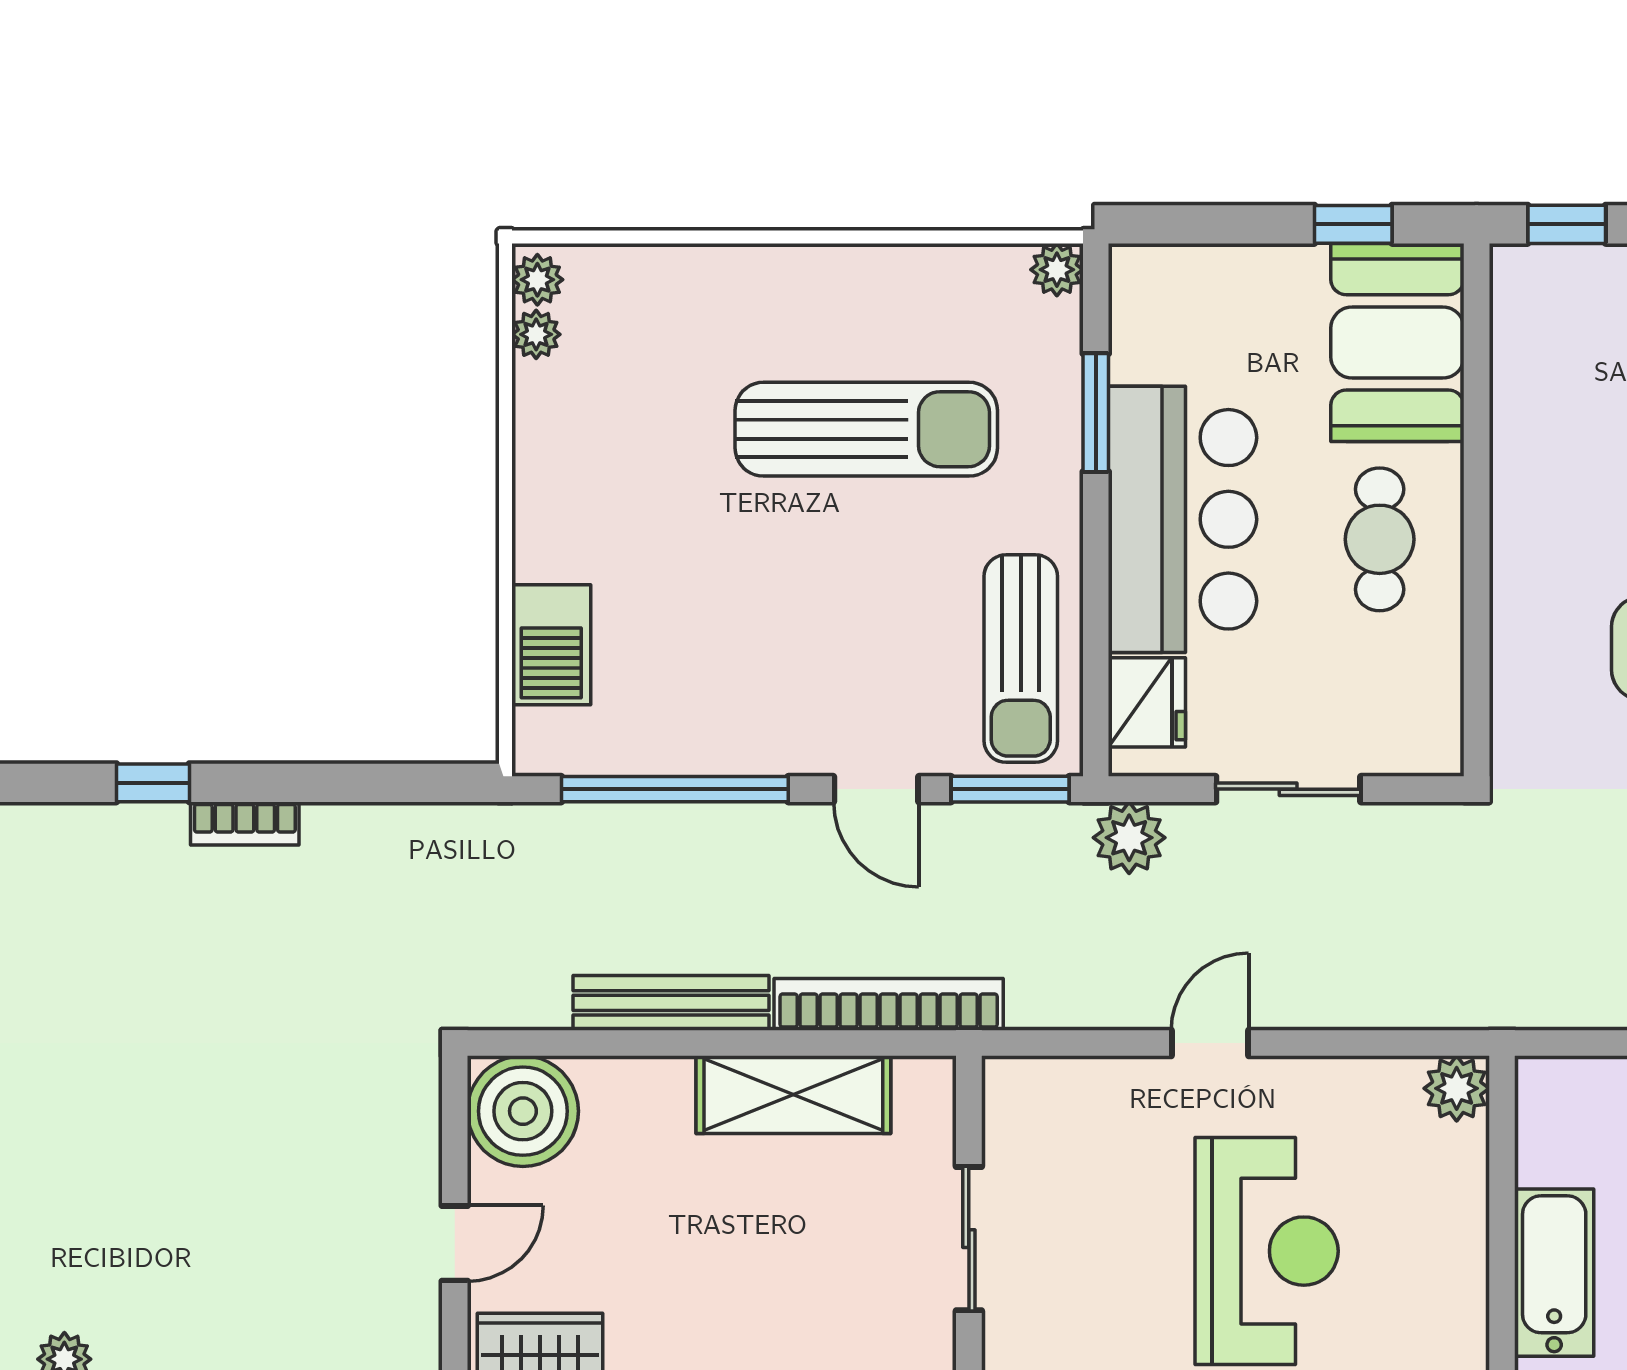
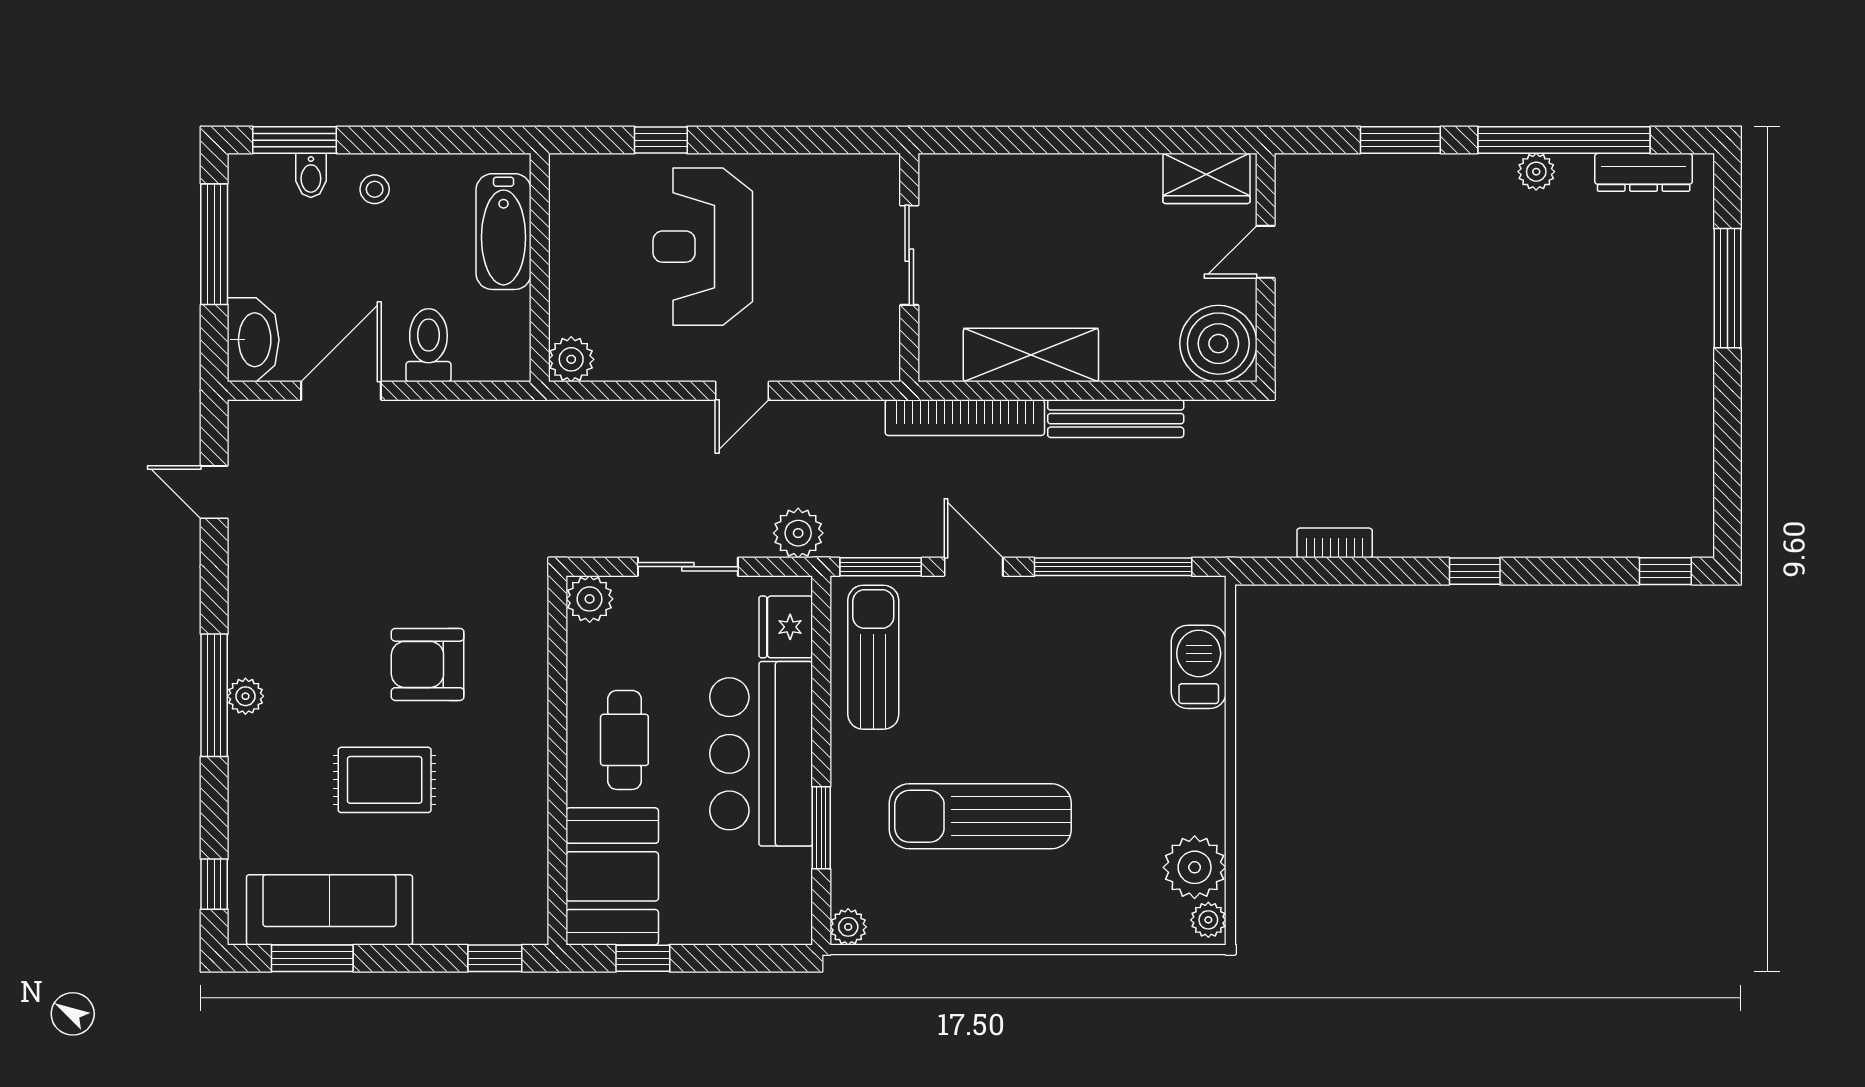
plant: (536, 334) -> (1195, 867), width x1.88, depth x1.88
plant: (1430, 743) -> (590, 599), added
bookcase: (245, 824) -> (1335, 543), moved

